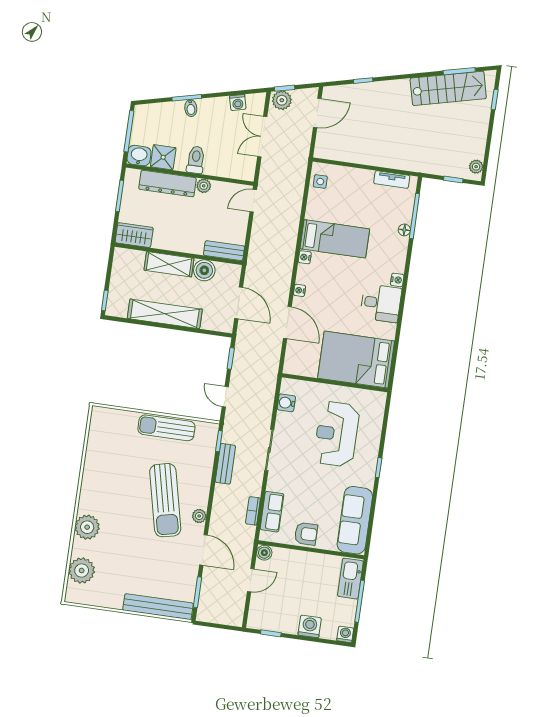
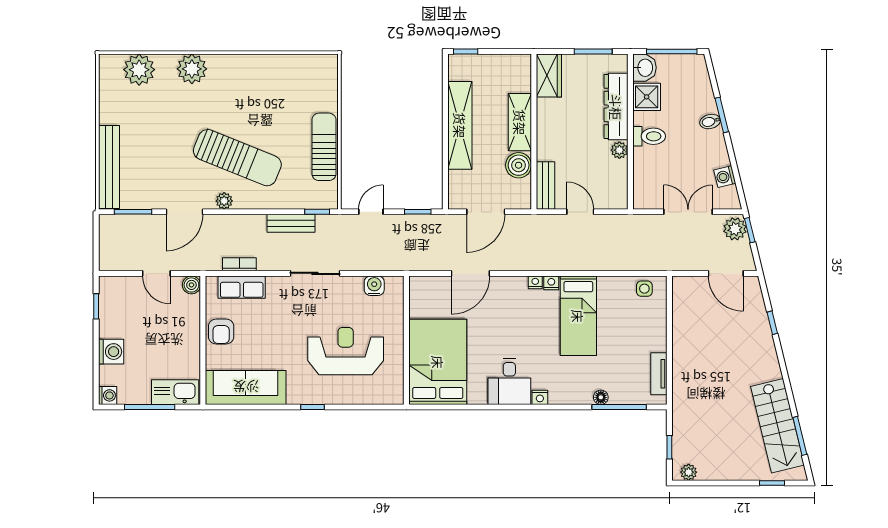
door: (253, 201) -> (580, 212), moved
nightstand: (300, 290) -> (535, 282), moved
sun lounger: (165, 500) -> (237, 158), turned -145

